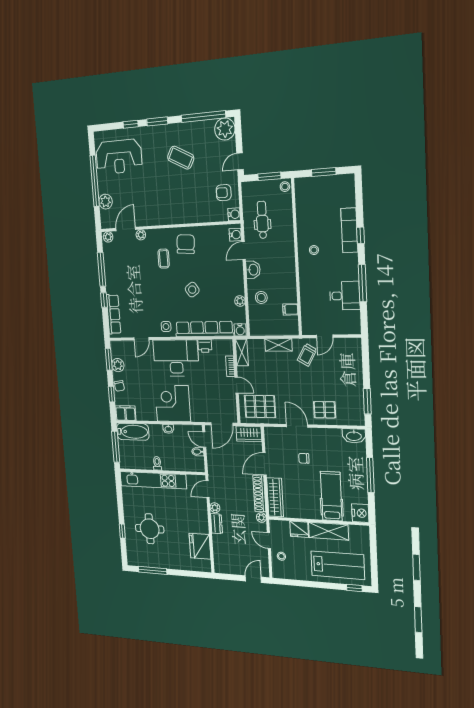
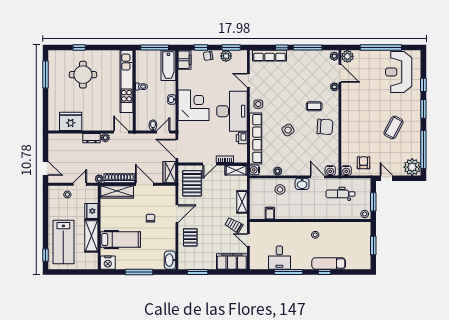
plant: (106, 202) -> (347, 56), moved
dental chair: (262, 220) -> (340, 194), turned 180
filing cabinet: (352, 357) -> (232, 261), added

